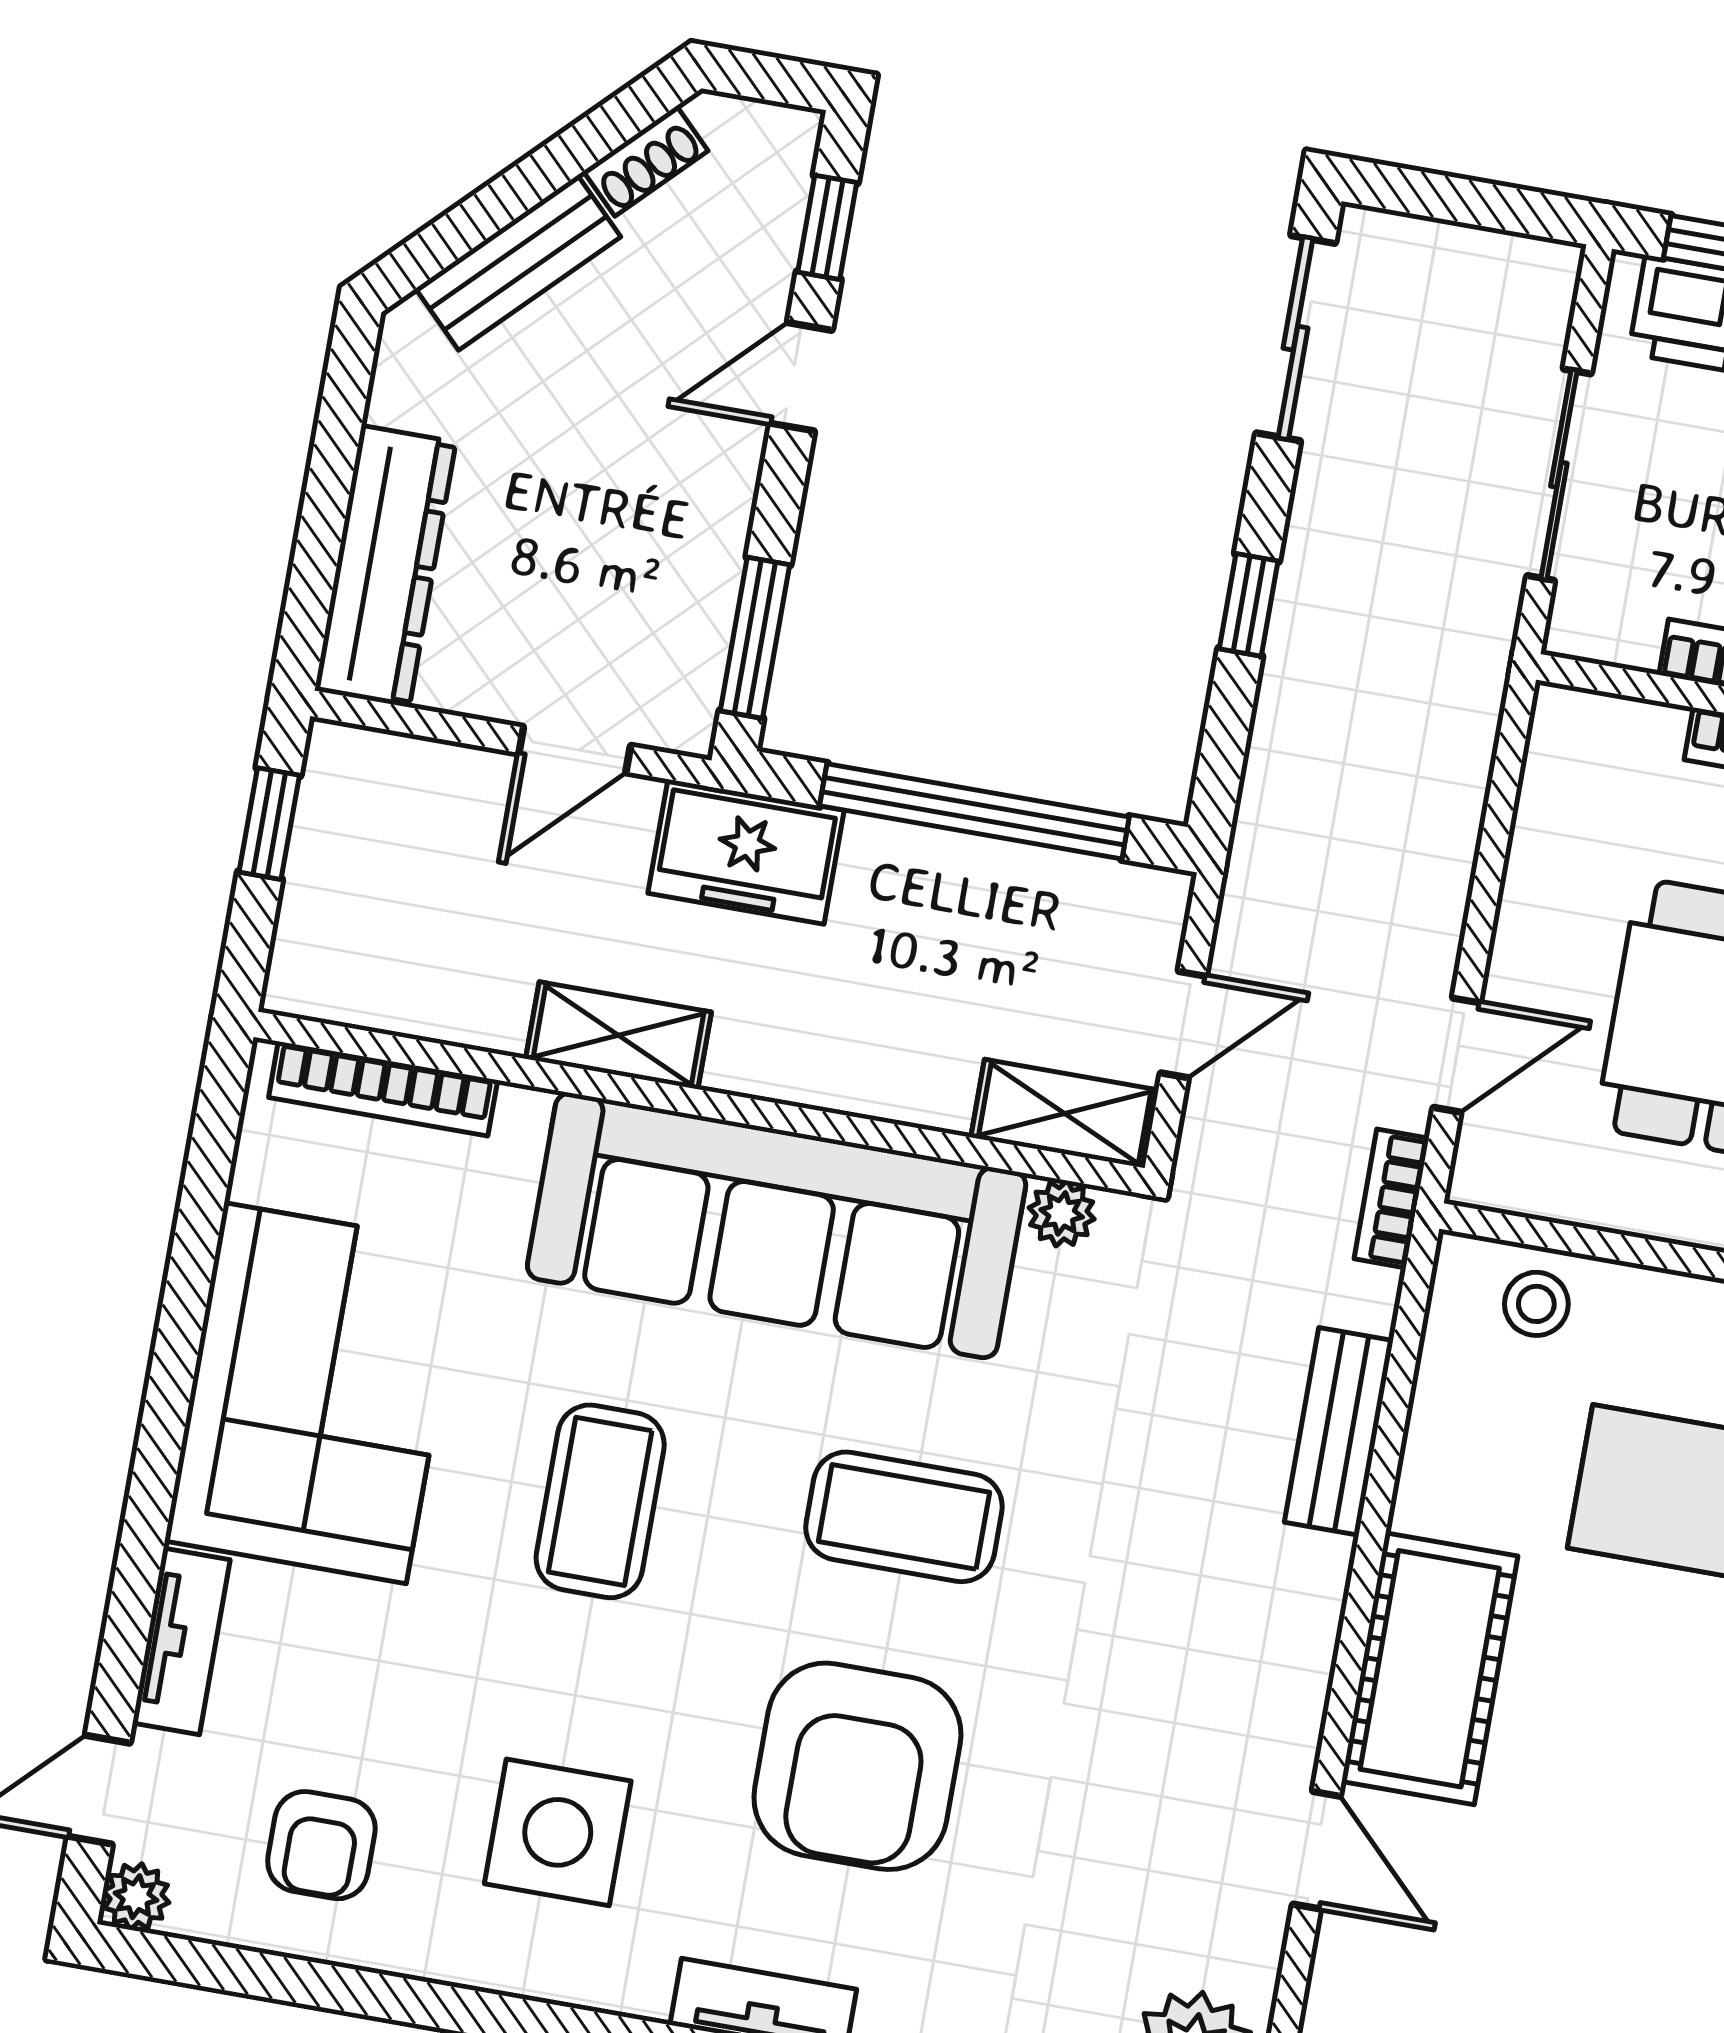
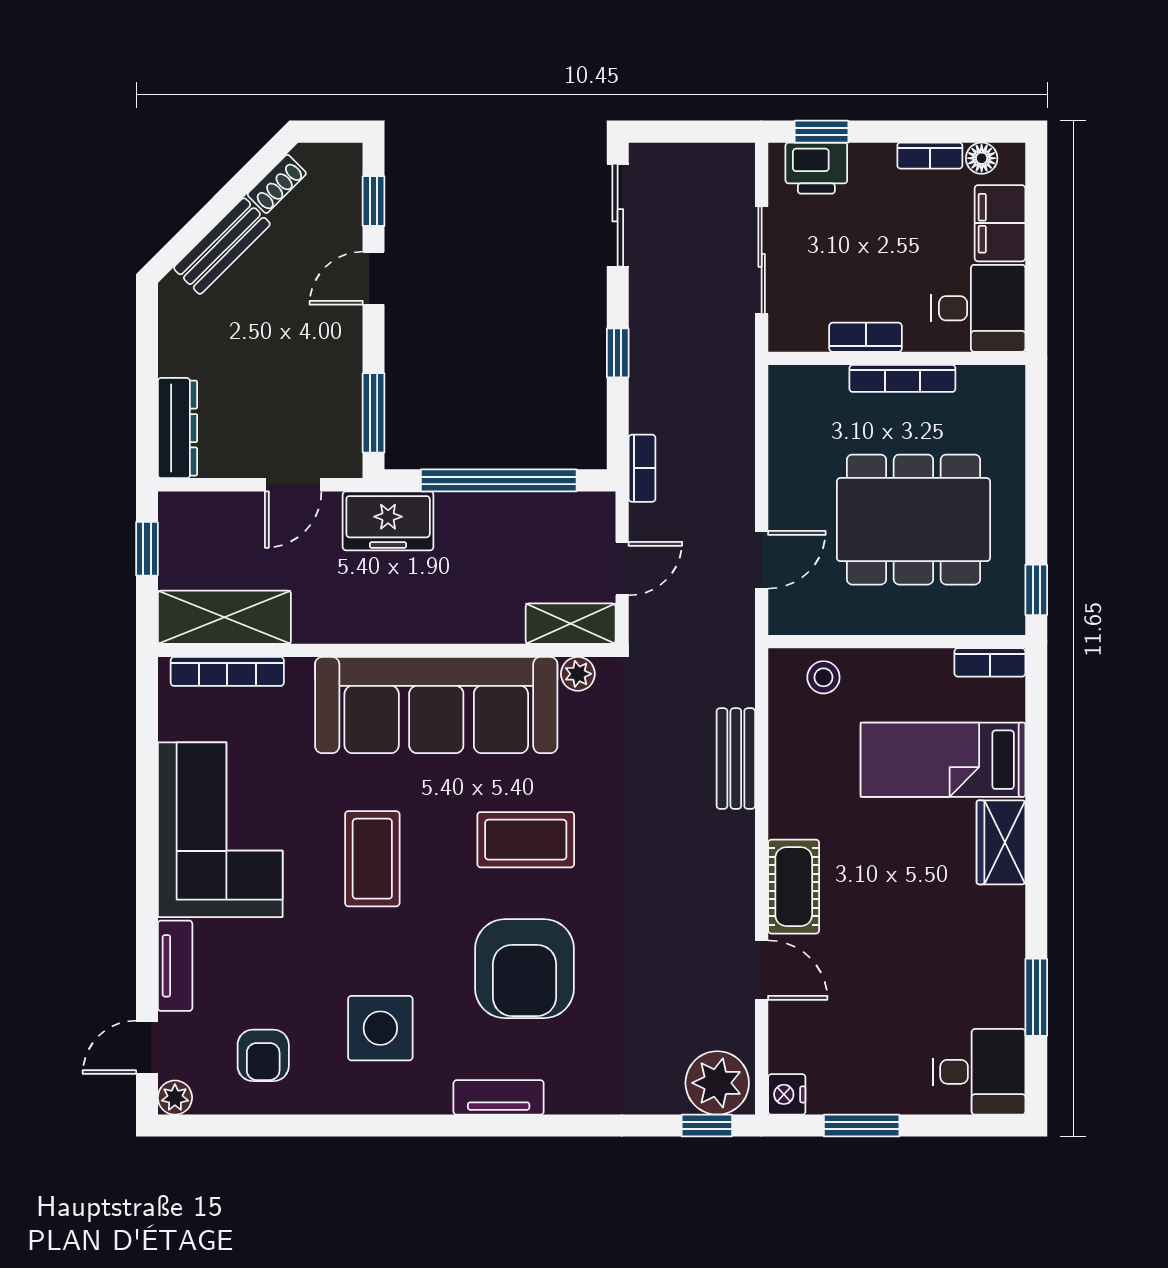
dresser: (385, 566) -> (177, 428), width x0.73, depth x0.80
shelving: (619, 1035) -> (224, 617), moved, width x1.50, depth x1.33
bookcase: (1391, 1198) -> (642, 468), moved, turned 180
cot: (1430, 1669) -> (794, 887), width x0.73, depth x0.75

